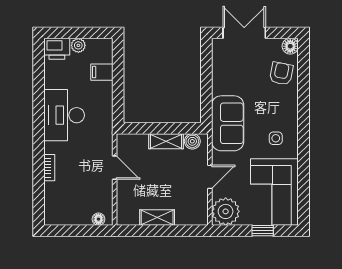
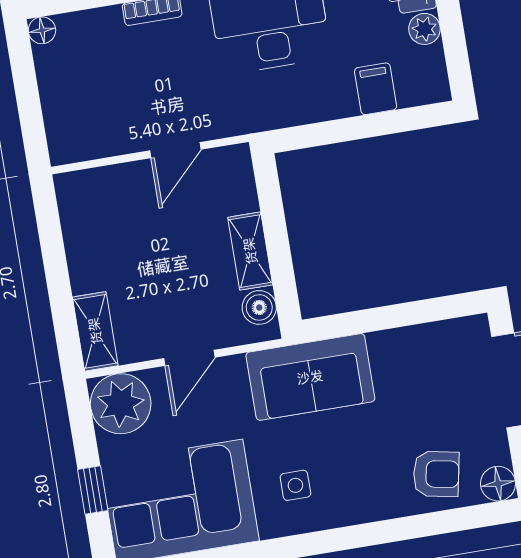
door: (210, 177) -> (189, 358), hinge flipped
shelving: (157, 218) -> (95, 331), moved
floor lamp: (98, 219) -> (42, 30), moved

